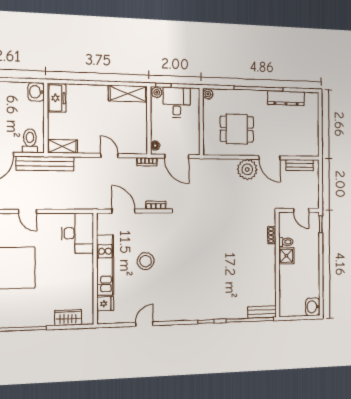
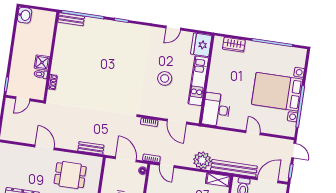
door: (109, 156) -> (167, 165), moved
bench: (300, 165) -> (91, 148), moved
plant: (247, 169) -> (202, 160), moved
door: (301, 210) -> (23, 99), swing flipped
fridge: (105, 304) -> (201, 45), width x1.88, depth x1.34

